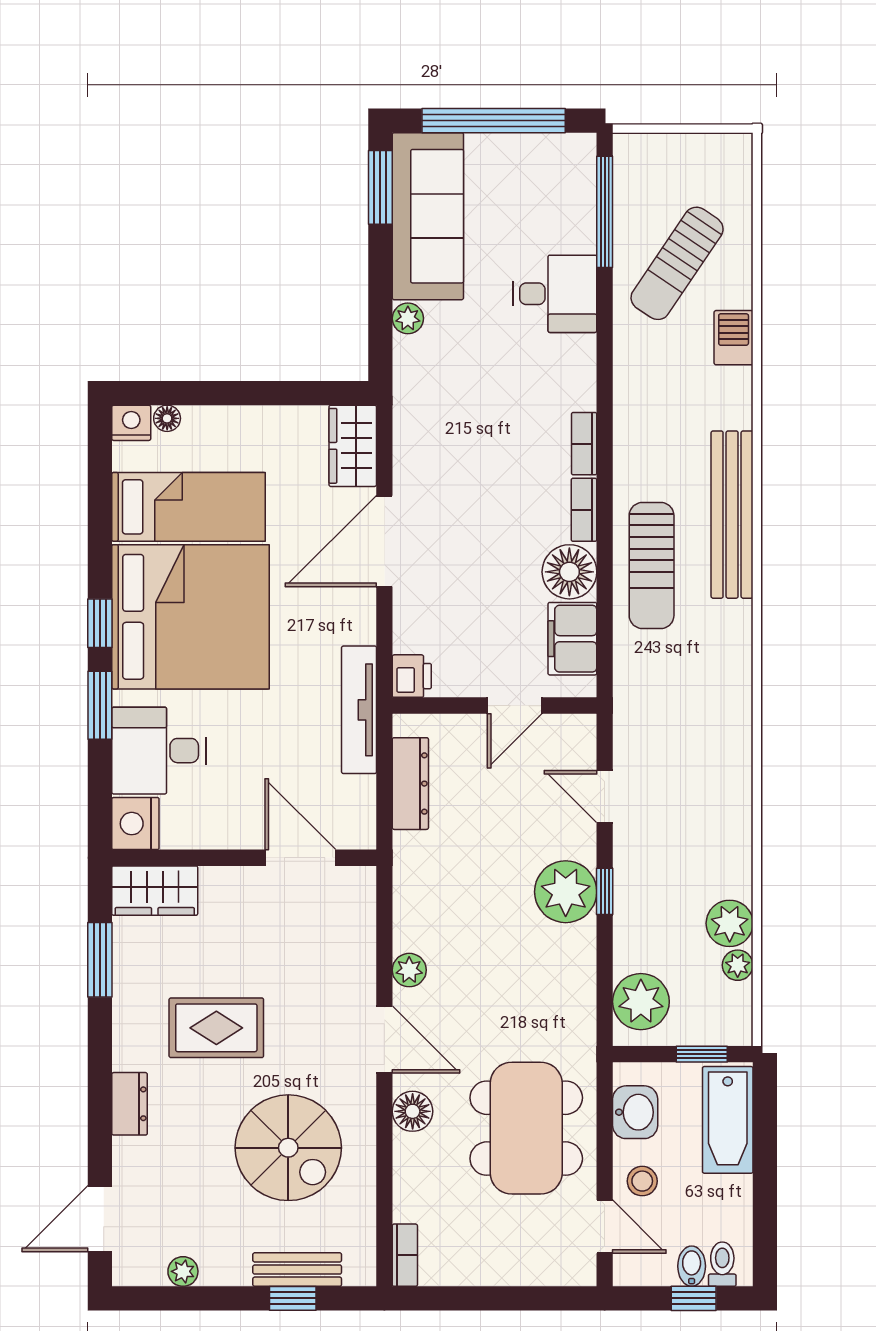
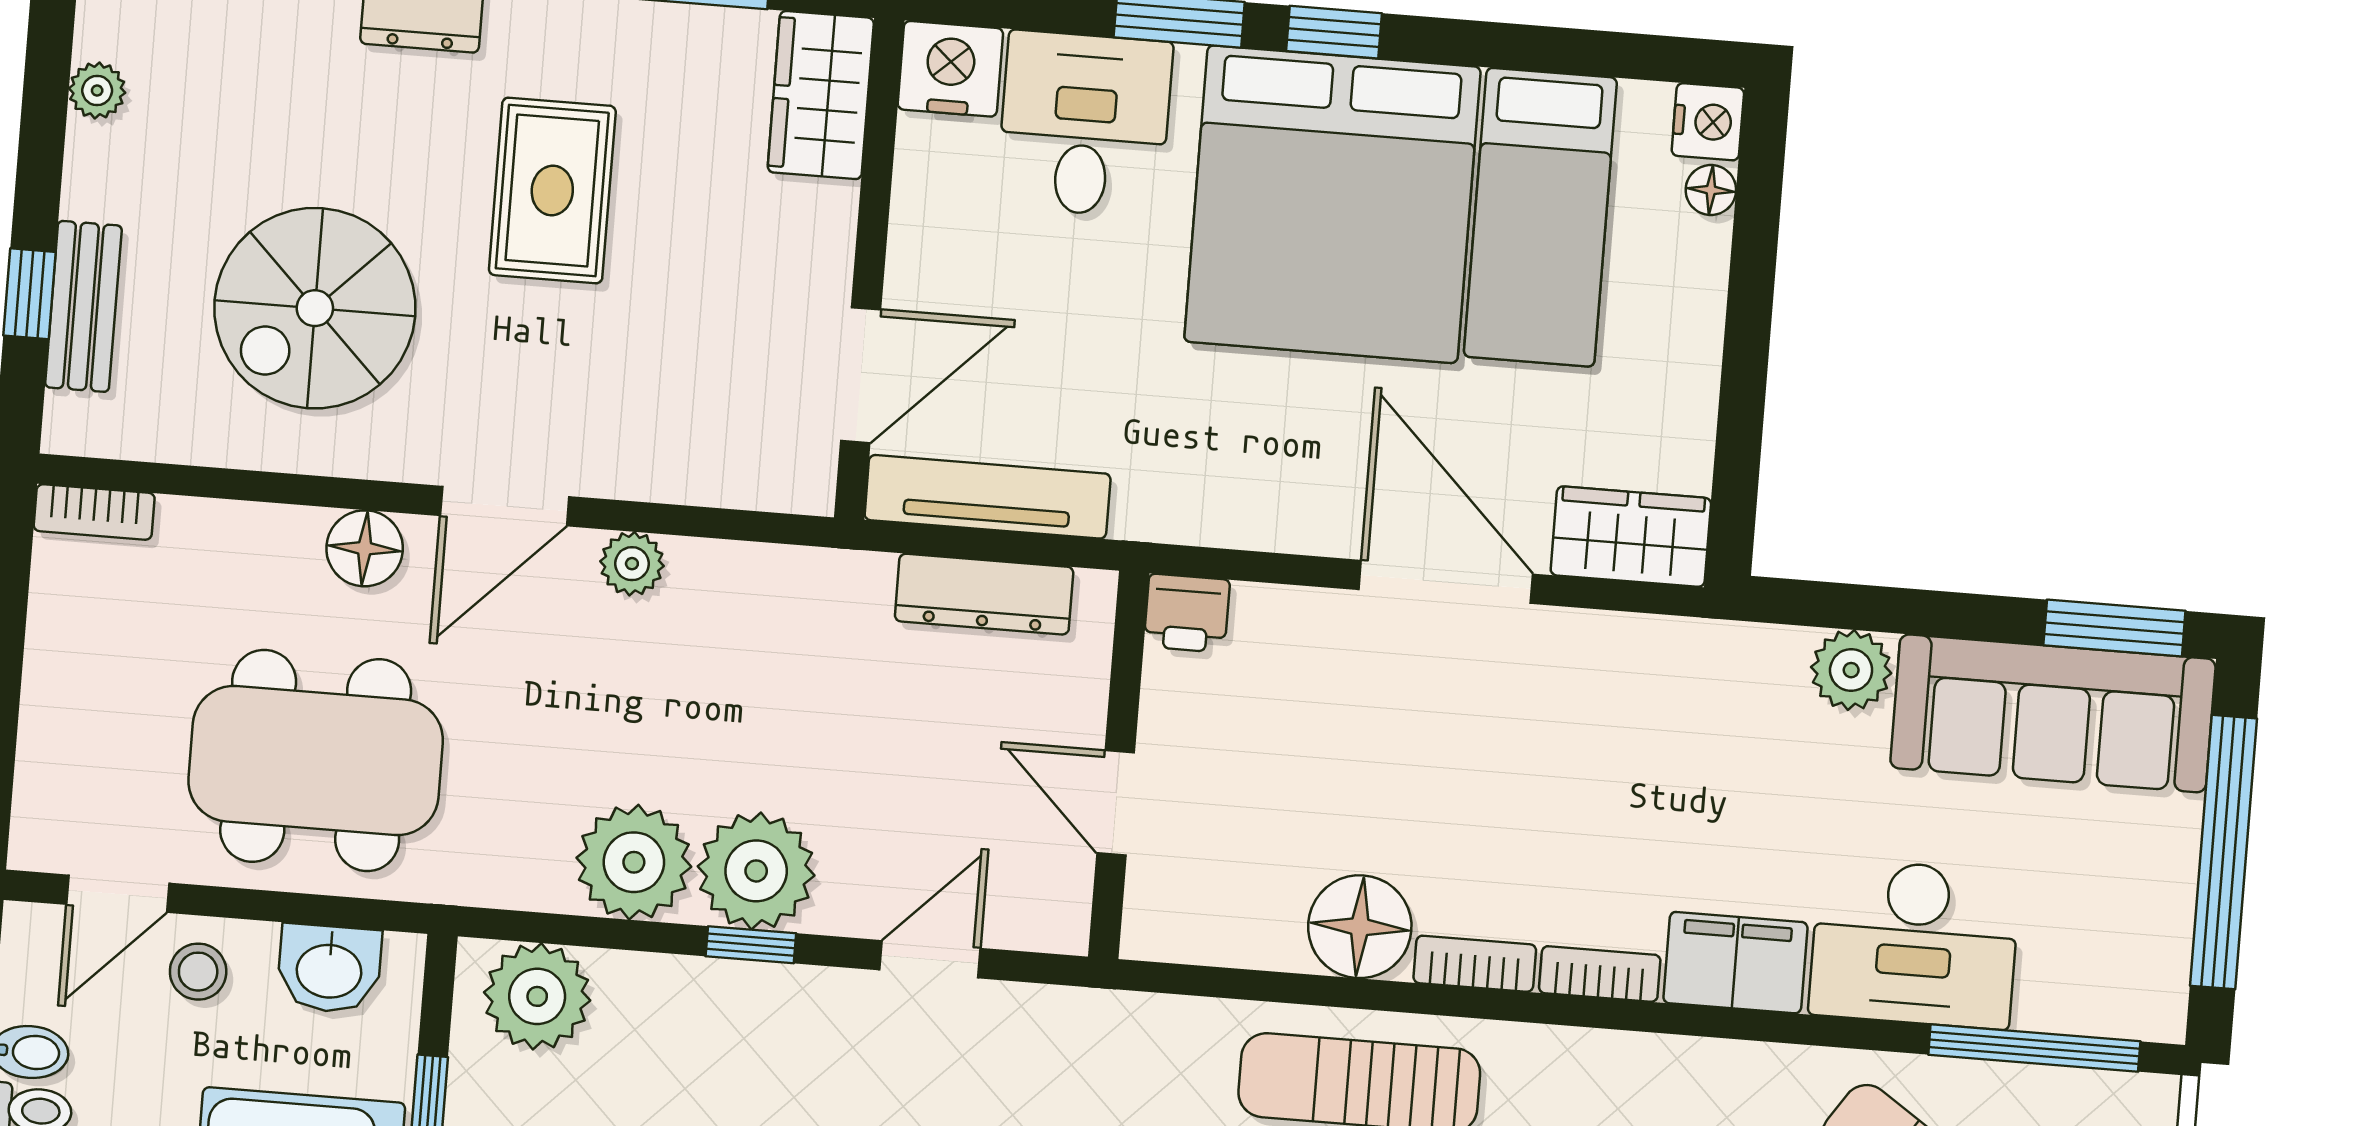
desk: (555, 294) -> (1914, 944), width x1.37
plant: (408, 318) -> (1851, 670), width x1.38, depth x1.38
filing cabinet: (572, 639) -> (1735, 963), moved
tv unit: (359, 710) -> (988, 497), moved
plant: (566, 956) -> (634, 862), added

